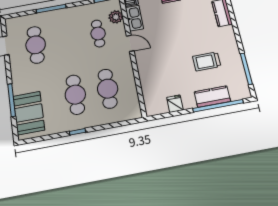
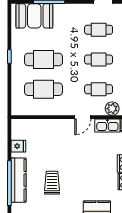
cafe table: (67, 39) -> (99, 60), added
cafe table: (36, 45) -> (99, 30), width x0.73, depth x0.74
kitchen counter: (212, 97) -> (18, 180), width x1.50

